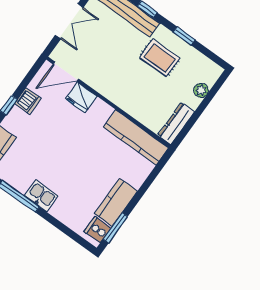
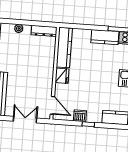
rug: (160, 58) -> (15, 61), removed
fridge: (81, 98) -> (62, 76), moved

